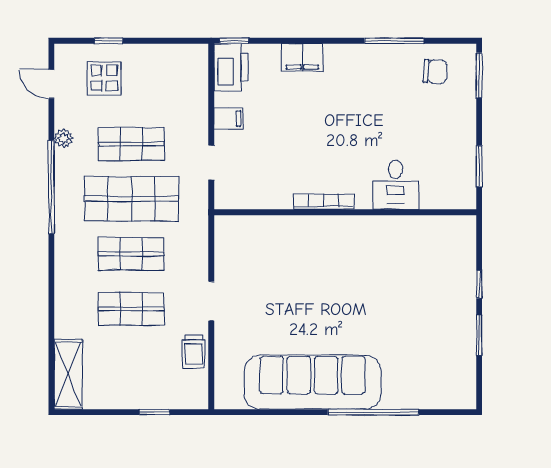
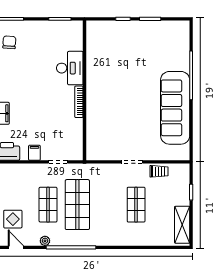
door: (51, 84) -> (16, 247), swing flipped
desk: (396, 185) -> (70, 68), width x1.37
shop shelf: (131, 254) -> (107, 205), removed
shelving: (68, 374) -> (182, 225), moved, turned 90

